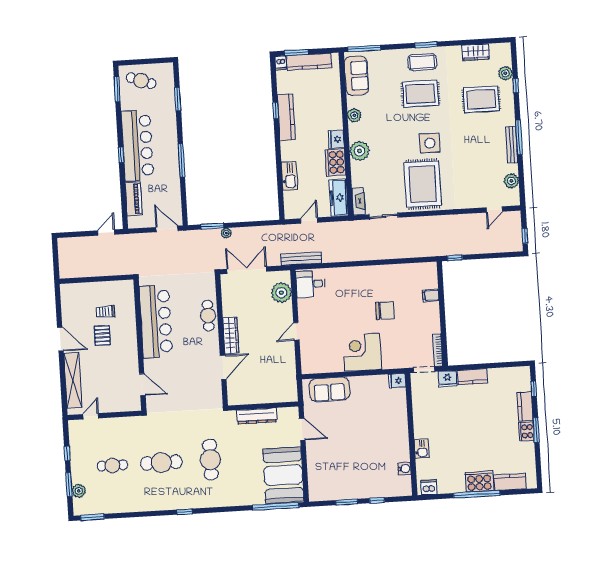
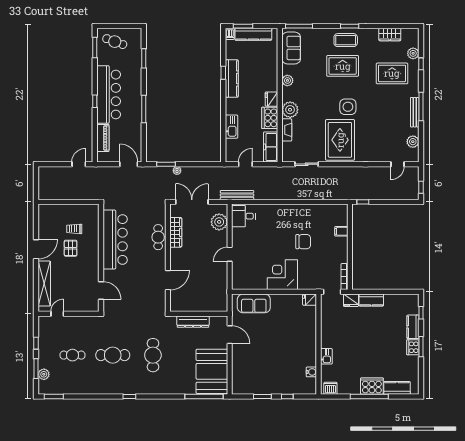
fireplace: (358, 201) -> (287, 130), moved
wardrobe: (231, 335) -> (176, 232), moved
door: (60, 339) -> (36, 249), hinge flipped

